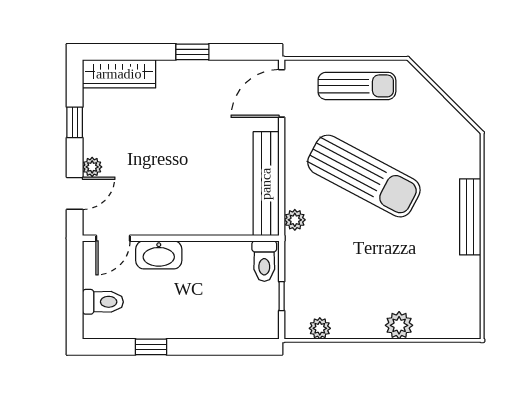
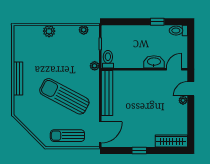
window: (75, 122) -> (191, 120), removed
plant: (295, 220) -> (95, 66), moved
toilet: (103, 302) -> (178, 31), moved

